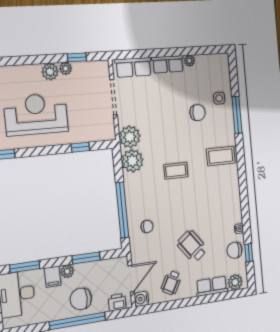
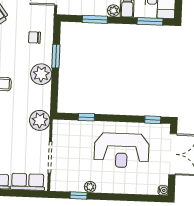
plant: (50, 72) -> (104, 186), removed
plant: (132, 161) -> (41, 74), moved
window: (122, 210) -> (56, 56), width x0.47

